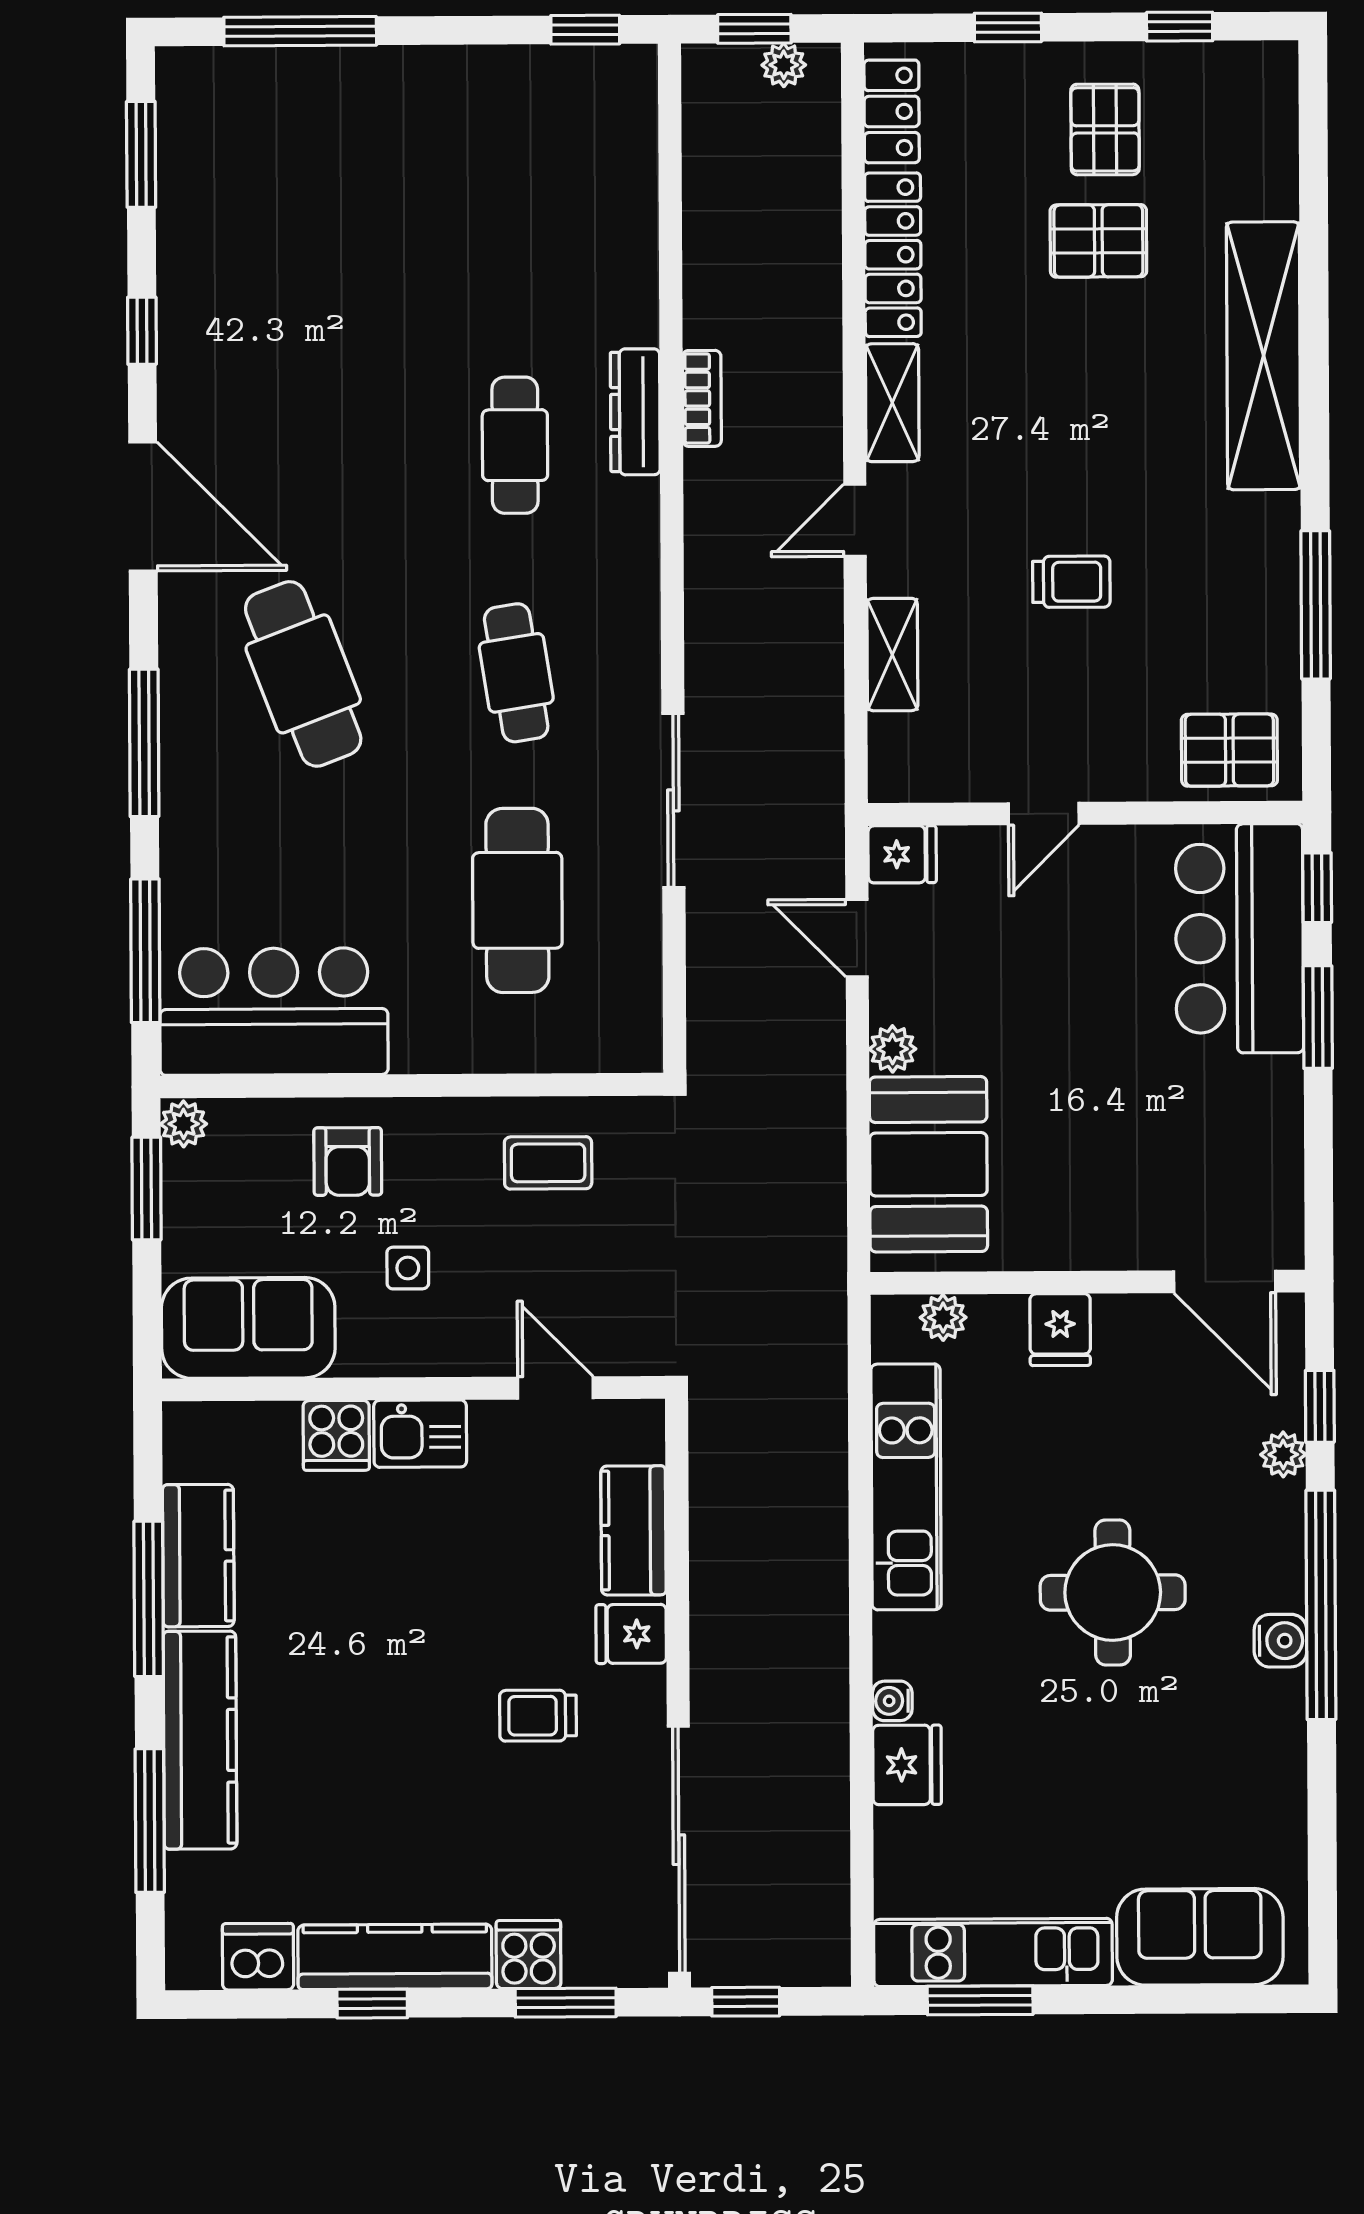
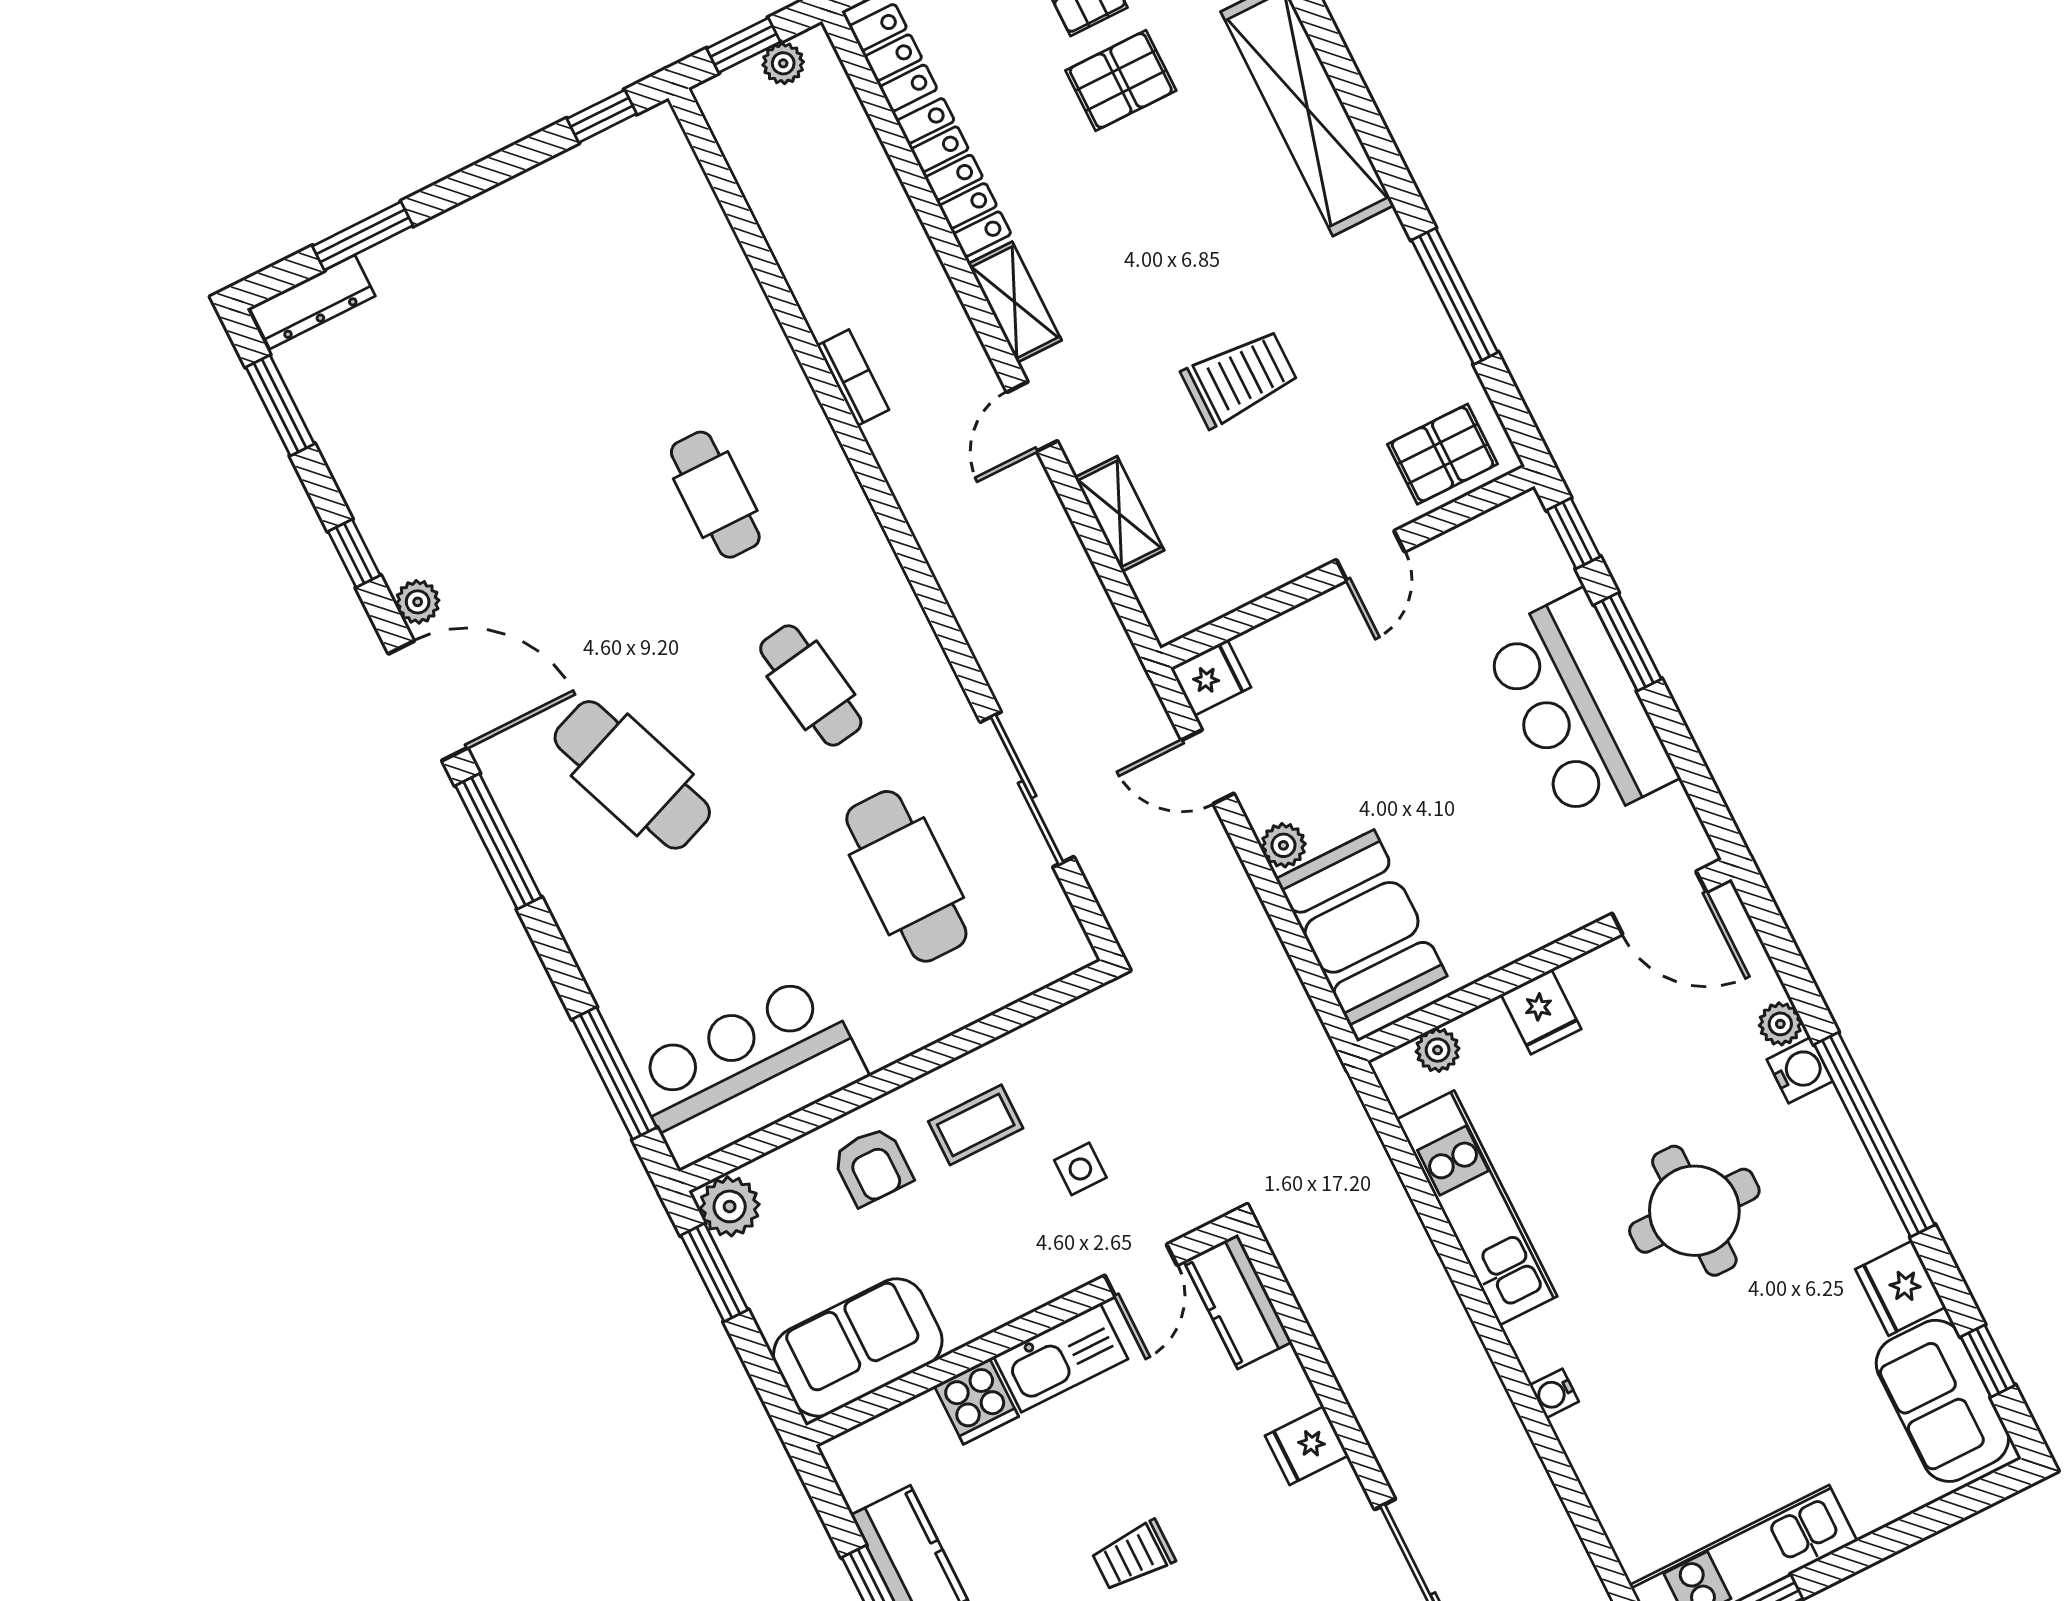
window: (300, 31) -> (363, 236), width x0.69
plant: (180, 407) -> (418, 602), added
dresser: (635, 412) -> (312, 302), moved, turned -90
trolley: (1071, 582) -> (1240, 378), width x1.36, depth x1.39
window: (144, 743) -> (498, 841), moved
sliding door: (673, 800) -> (1027, 790), moved
door: (1044, 814) -> (1370, 556), moved
bar counter: (1240, 938) -> (1579, 709), moved
plant: (184, 1124) -> (730, 1206), width x1.38, depth x1.38
coffee table: (548, 1163) -> (976, 1125), moved
side table: (408, 1268) -> (1080, 1169), moved
door: (555, 1388) -> (1141, 1270), swing flipped
window: (1320, 1406) -> (1988, 1361), moved
kitchen sink: (420, 1434) -> (1061, 1358), width x1.38
kitchen counter: (634, 1530) -> (1238, 1301), moved
water cooler: (1280, 1641) -> (1800, 1070), moved
trolley: (538, 1716) -> (1133, 1556), moved
fridge: (907, 1765) -> (1901, 1288), moved, turned 180
sofa: (1200, 1937) -> (1942, 1401), moved, turned -90

